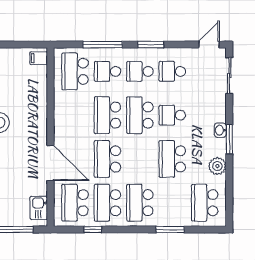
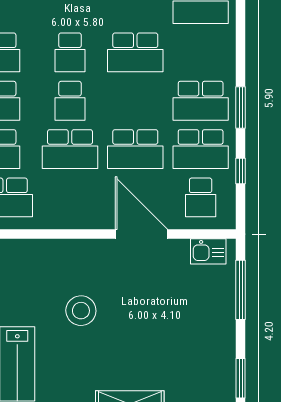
school desk: (140, 115) -> (70, 101), width x0.54
door: (50, 163) -> (141, 234), hinge flipped
school desk: (75, 203) -> (201, 197), width x0.54
window: (170, 230) -> (241, 108), moved

